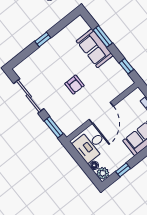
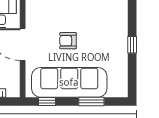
sofa: (95, 48) -> (69, 82), width x1.85, depth x1.27

